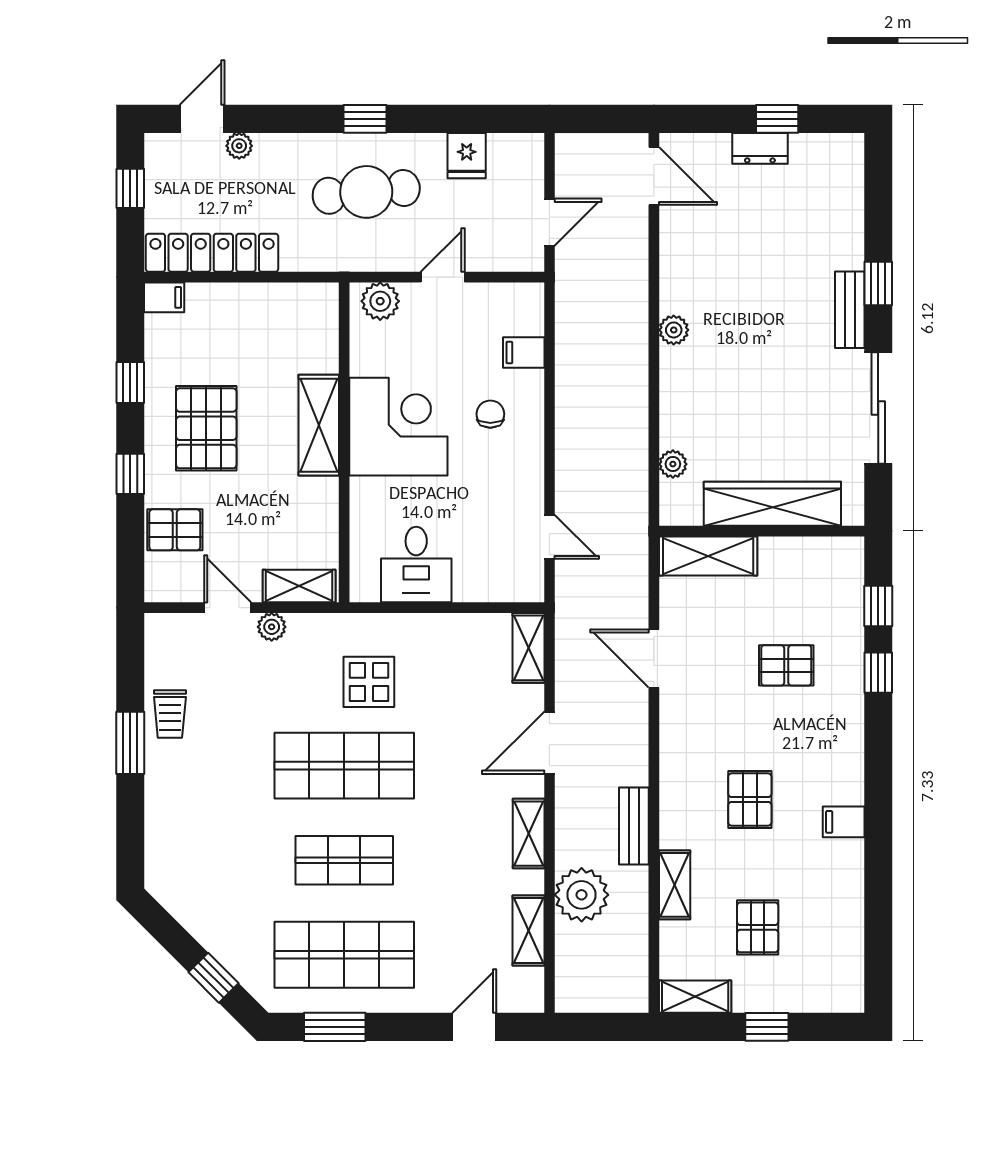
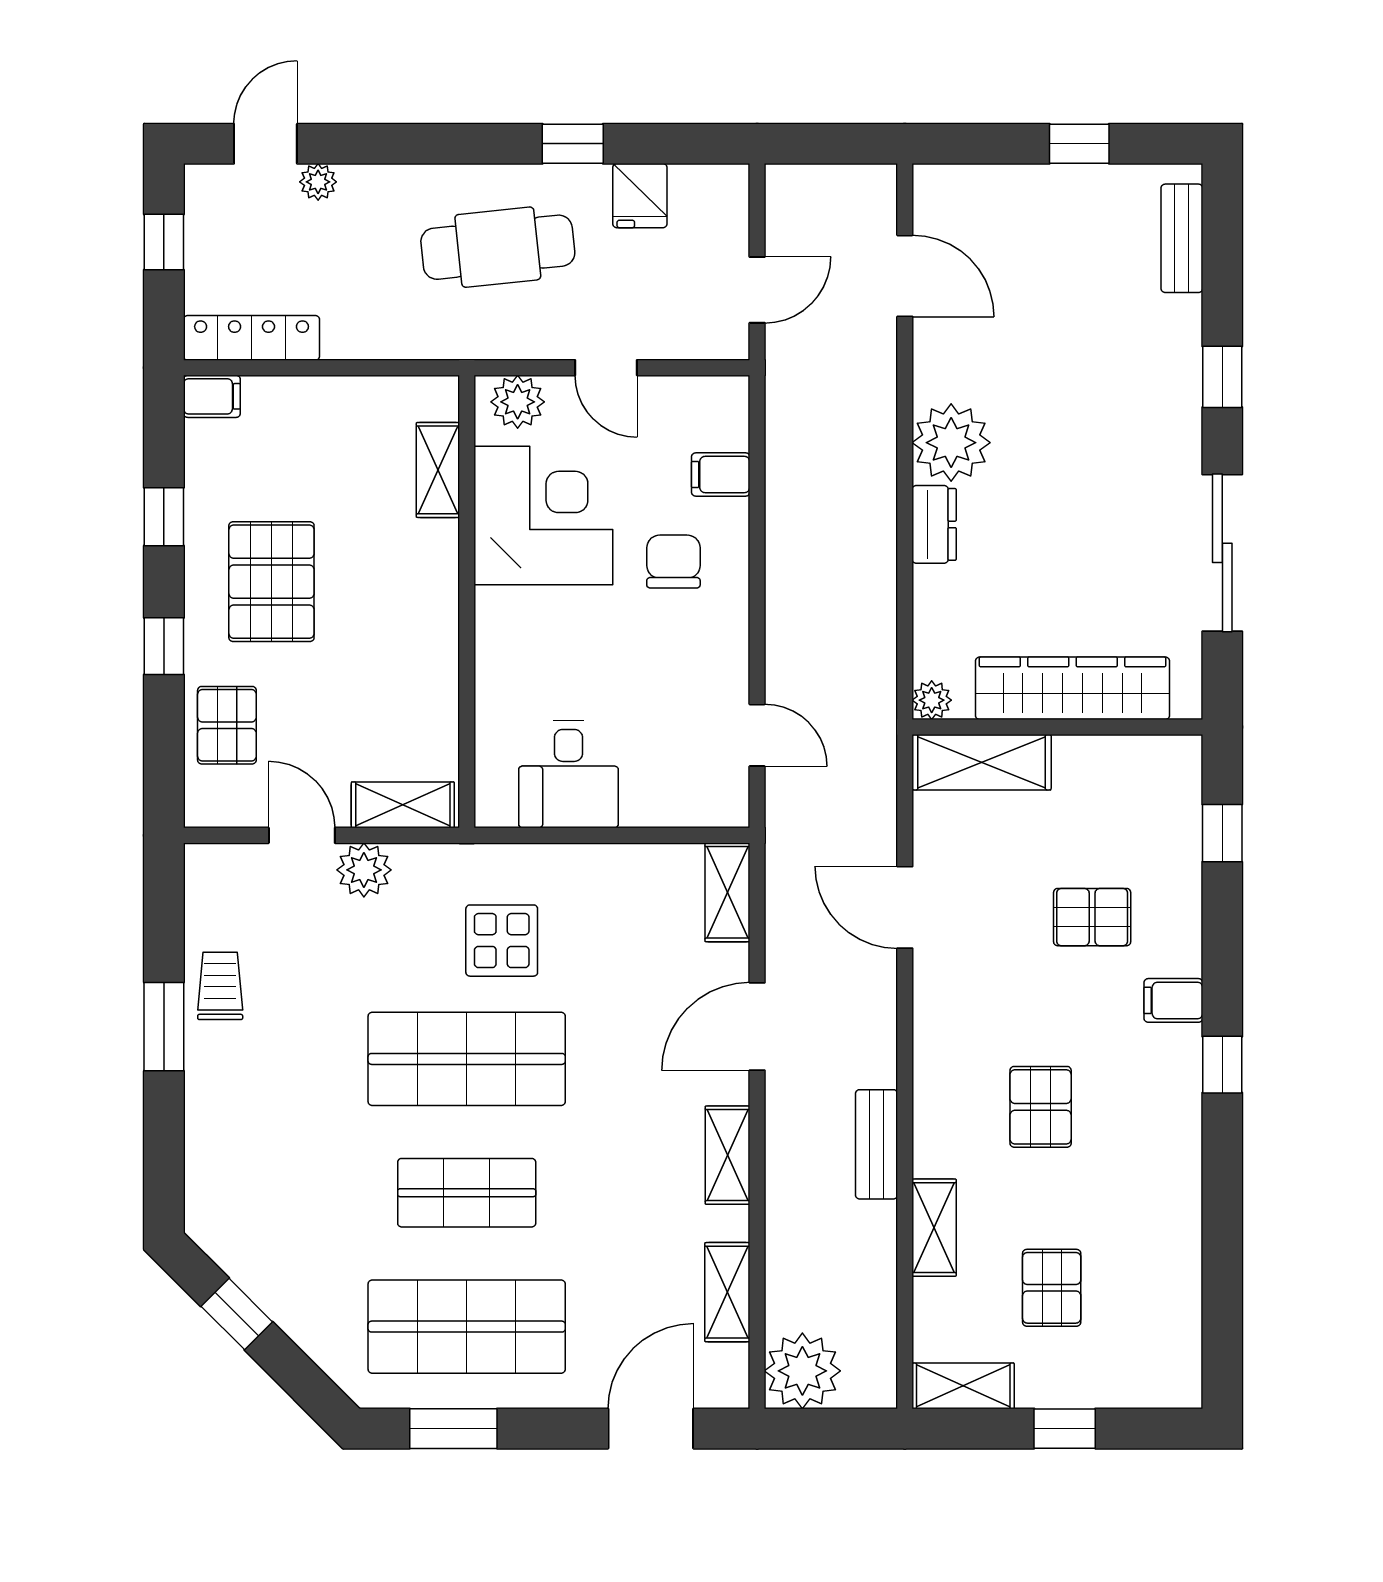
window: (365, 119) -> (573, 144), moved
dresser: (760, 148) -> (934, 524), moved, turned -90
door: (654, 176) -> (905, 276), moved
locker: (212, 253) -> (252, 338), width x0.71, depth x0.83
door: (443, 277) -> (606, 368), swing flipped
bench: (850, 310) -> (1182, 238), moved
plant: (674, 330) -> (951, 443), width x1.87, depth x1.87
chair: (490, 414) -> (673, 561), width x1.37, depth x1.37
shelving: (319, 425) -> (438, 470), moved, width x0.67, depth x0.75
corner desk: (398, 427) -> (543, 516), moved
plant: (673, 464) -> (932, 700), moved
pallet: (175, 530) -> (227, 725), turned 90
plant: (272, 627) -> (364, 870), width x1.38, depth x1.38
window: (878, 673) -> (1222, 1065), moved
trolley: (170, 714) -> (220, 986), turned 180
filing cabinet: (844, 822) -> (1173, 1000), moved
plant: (582, 895) -> (802, 1371), moved
window: (213, 978) -> (237, 1314), moved
door: (474, 1027) -> (651, 1429), width x1.38

